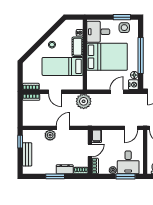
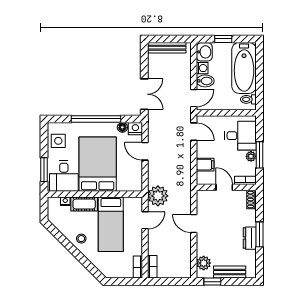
window: (122, 17) -> (44, 170), moved
door: (55, 92) -> (145, 220), moved
plant: (50, 135) -> (204, 263), moved
filing cabinet: (97, 136) -> (205, 165), moved
dresser: (65, 169) -> (250, 238), moved
window: (125, 176) -> (259, 155), moved

